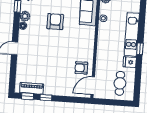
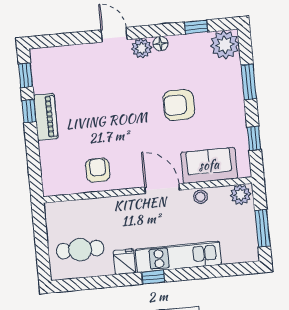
plant: (25, 16) -> (142, 48), moved
armchair: (55, 22) -> (179, 105), turned 180
door: (93, 86) -> (162, 189), moved
piano: (32, 88) -> (46, 117), moved

